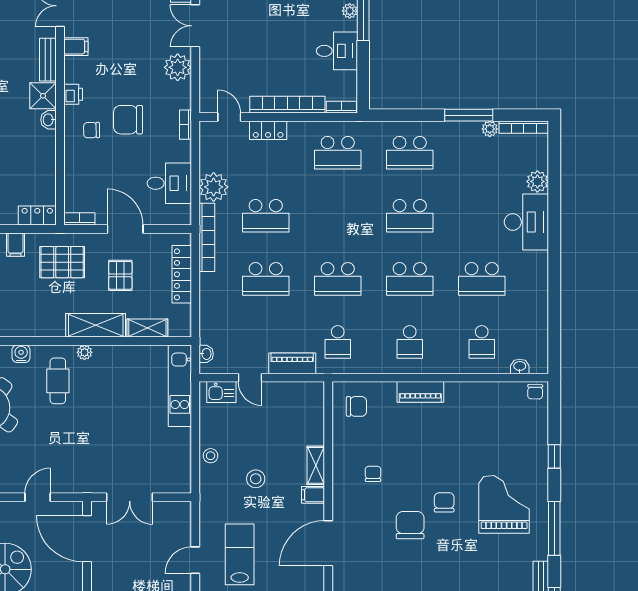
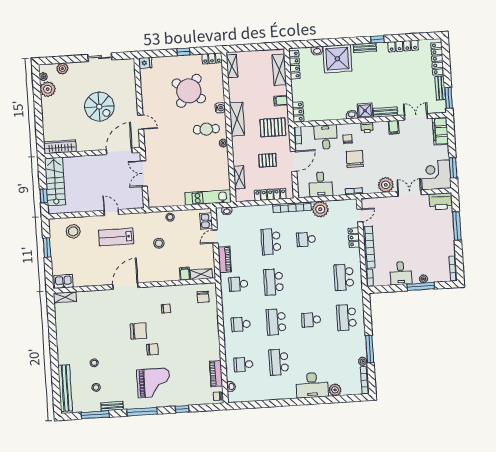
desk: (85, 169) -> (326, 137), added
school desk: (266, 216) -> (306, 239), width x0.54
school desk: (410, 216) -> (311, 320), width x0.54
pallet: (62, 262) -> (273, 127), turned 90
shelving: (96, 325) -> (237, 119), moved
piano: (420, 392) -> (216, 374), moved
shelving: (316, 465) -> (201, 274), moved
filing cabinet: (313, 495) -> (185, 274), moved
door: (328, 543) -> (125, 286), hinge flipped
lab bench: (240, 554) -> (116, 237), turned 180

